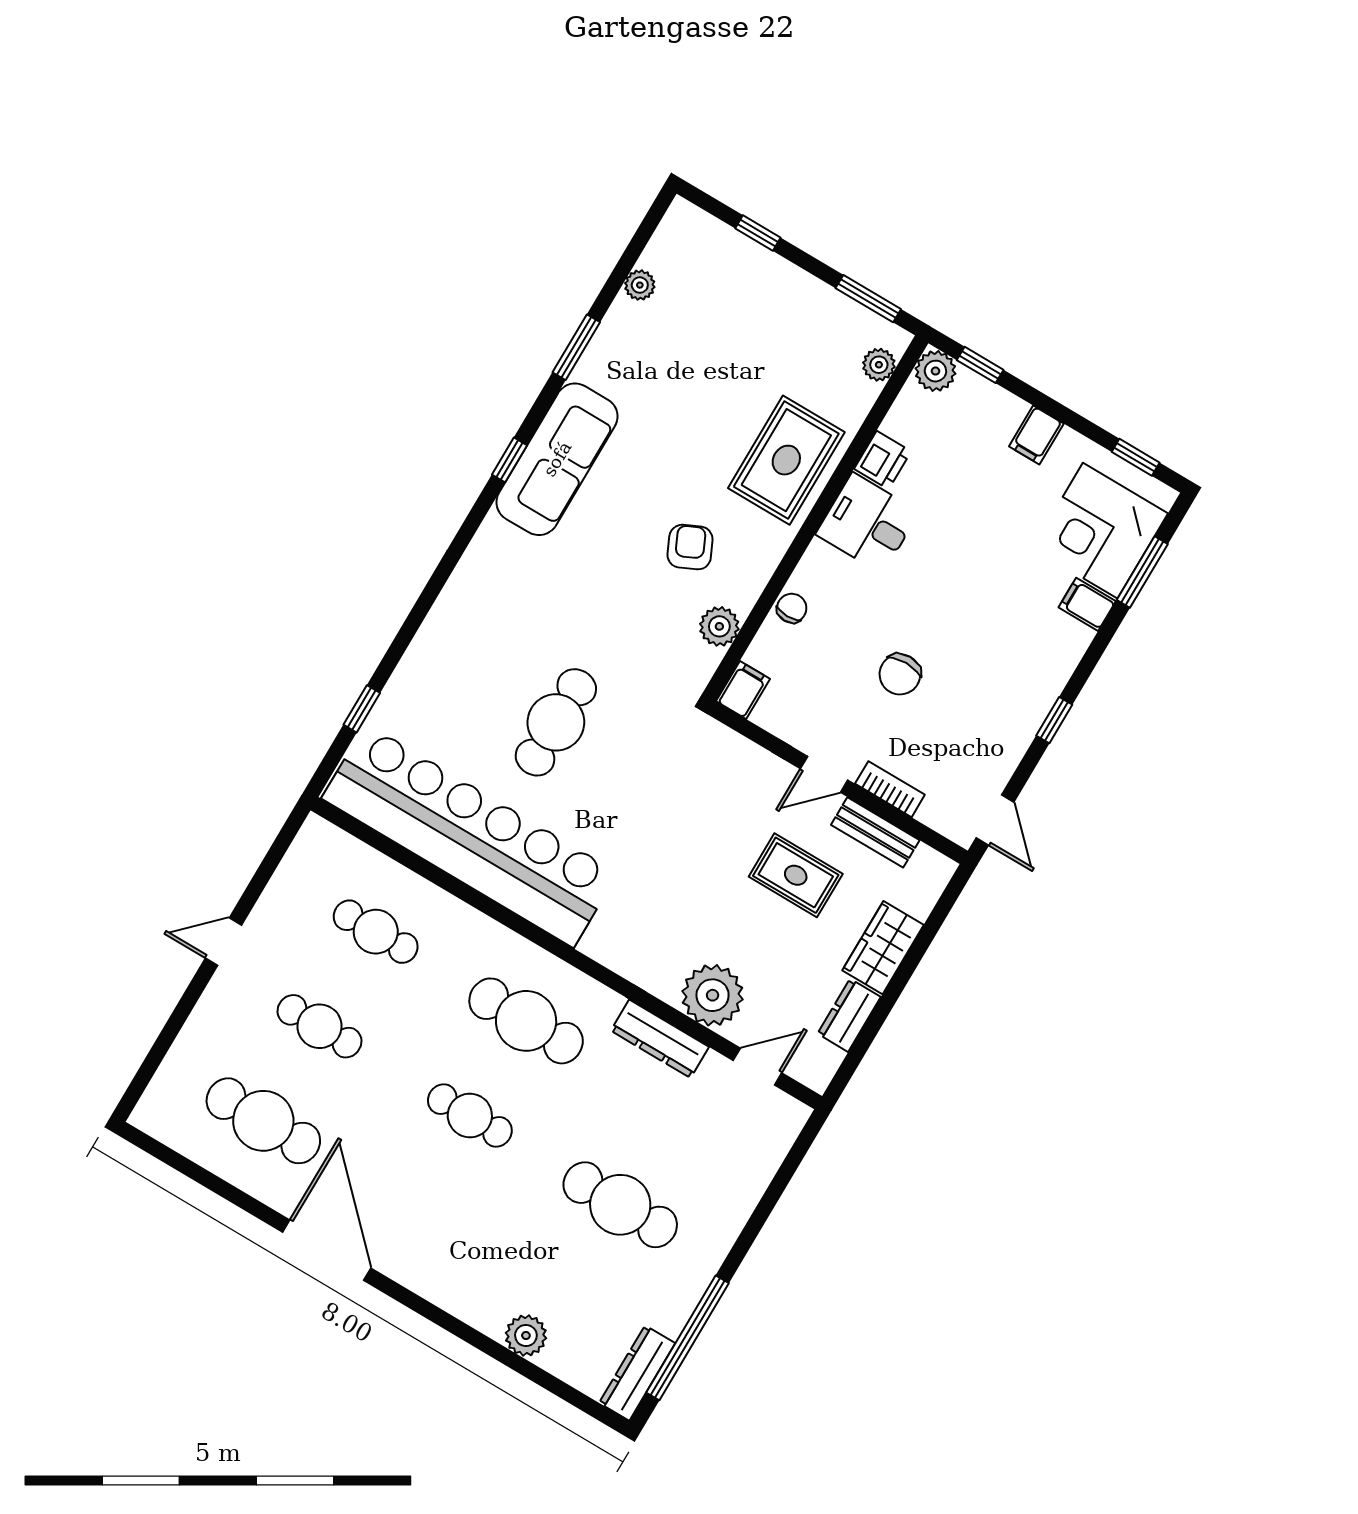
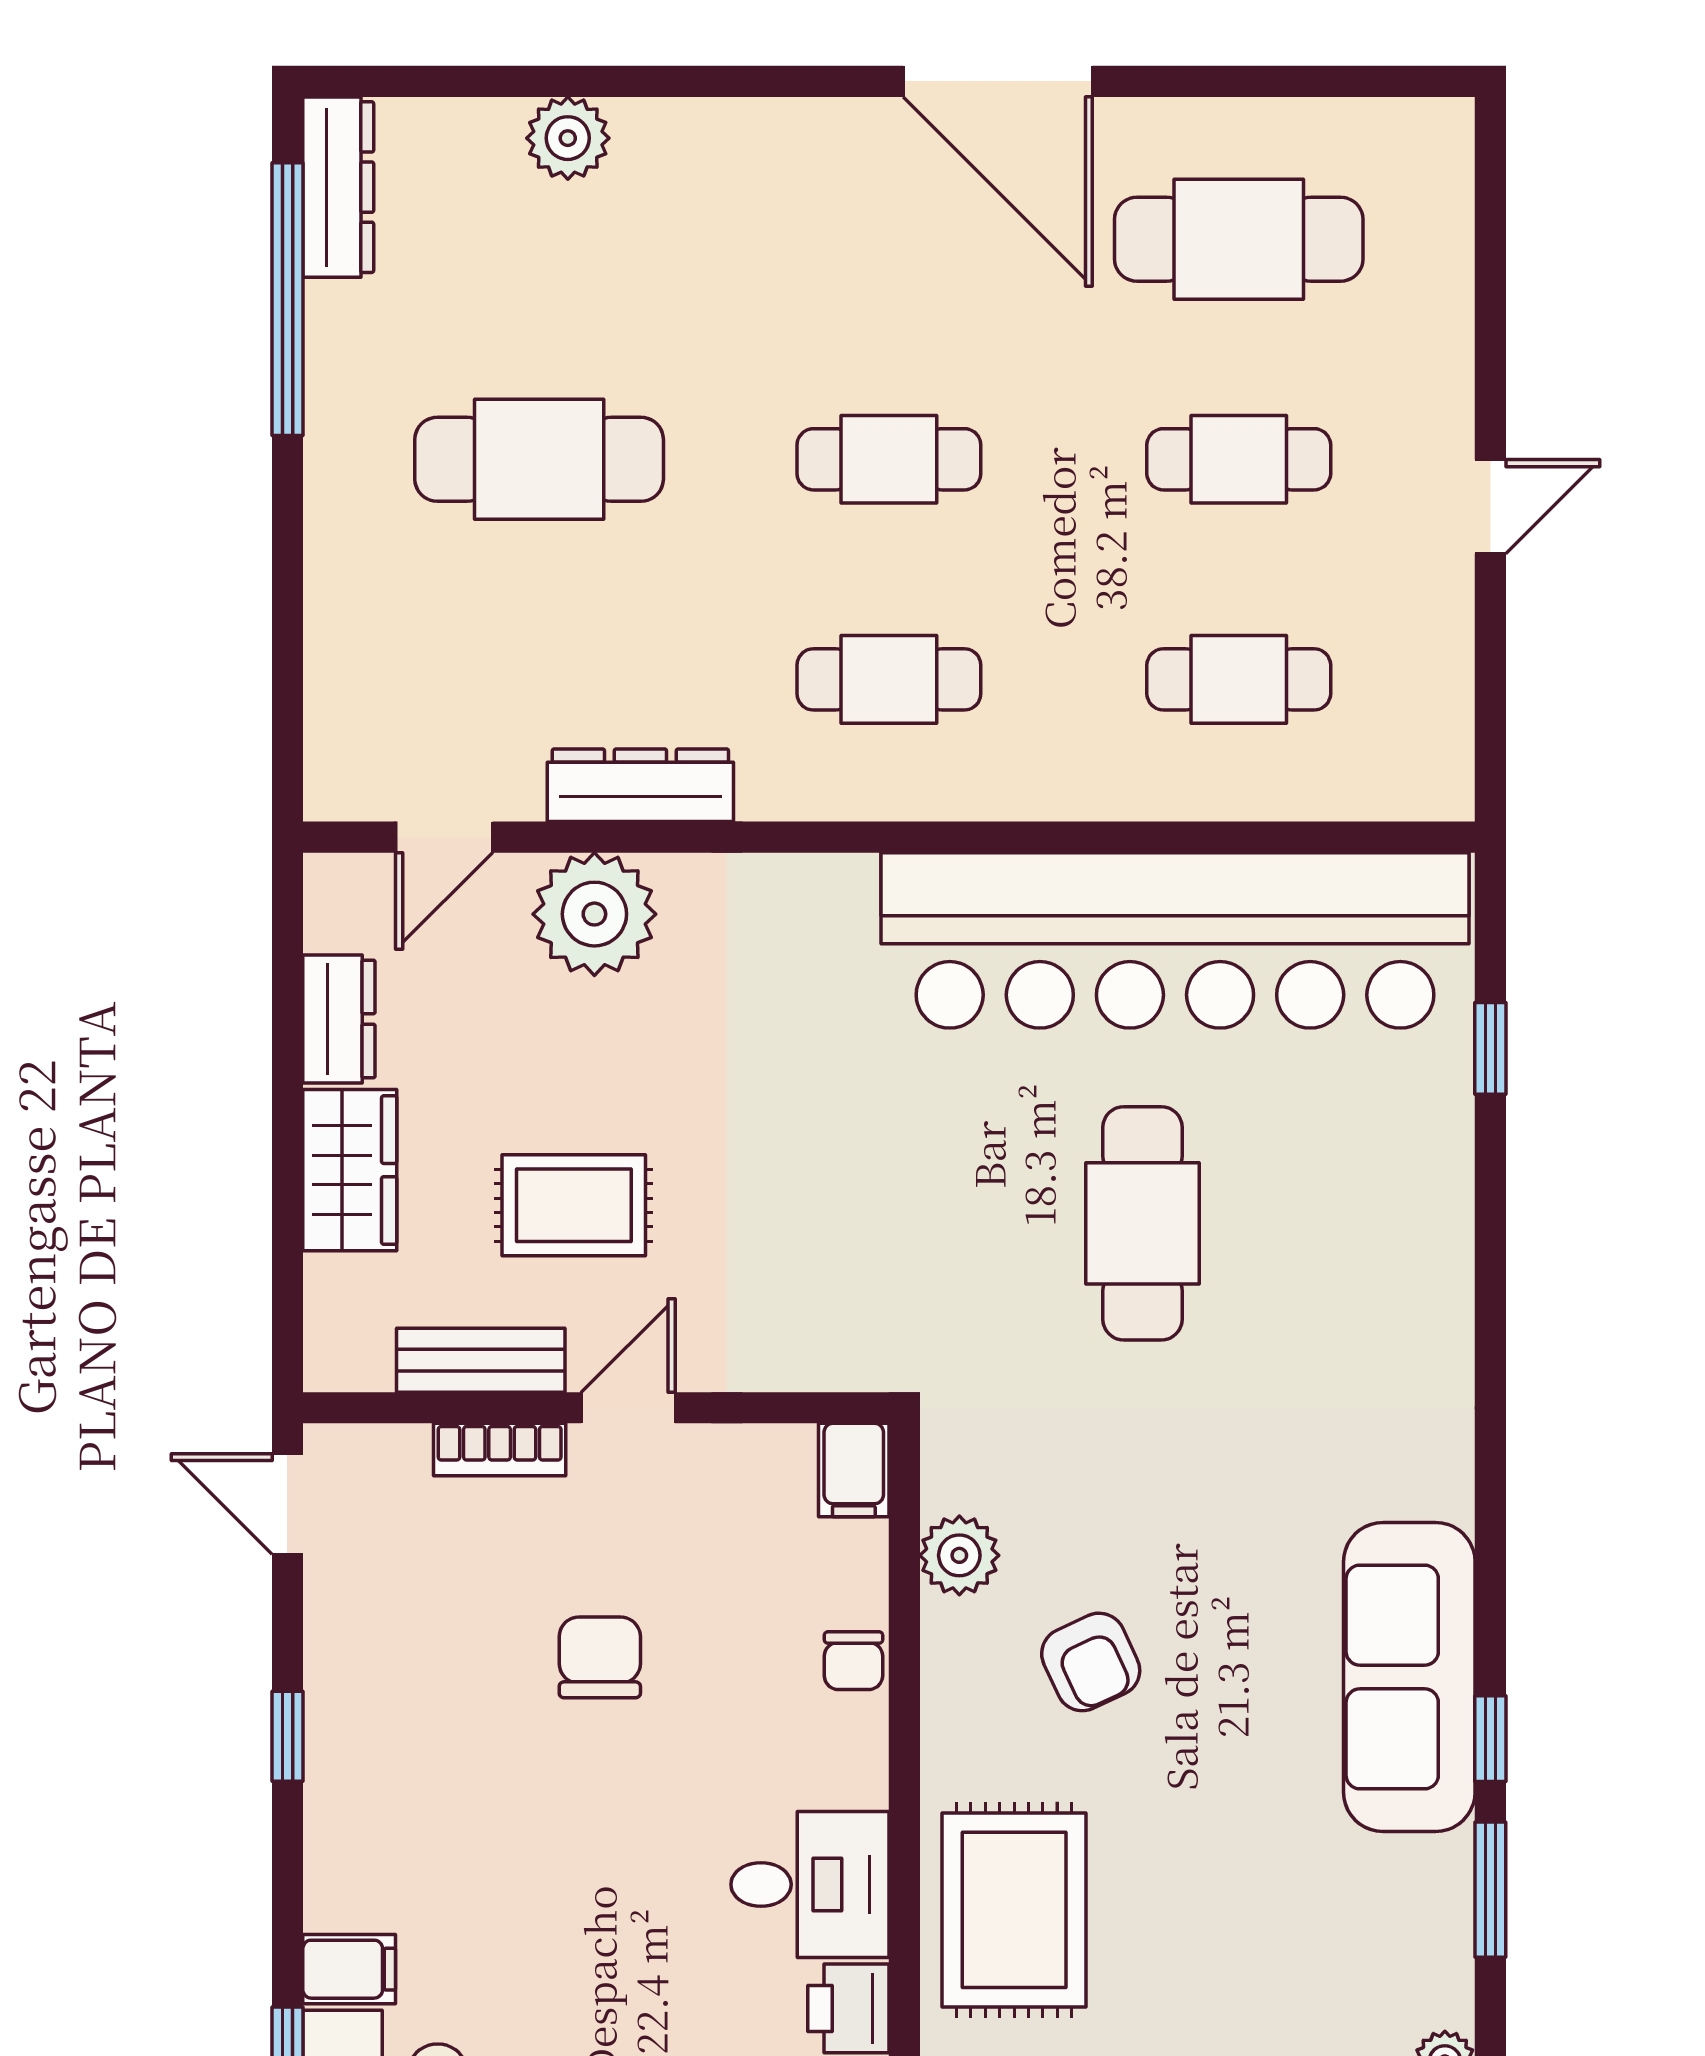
window: (509, 460) -> (1490, 1739), moved
cafe table: (526, 1021) -> (889, 679), width x0.73, depth x0.74

